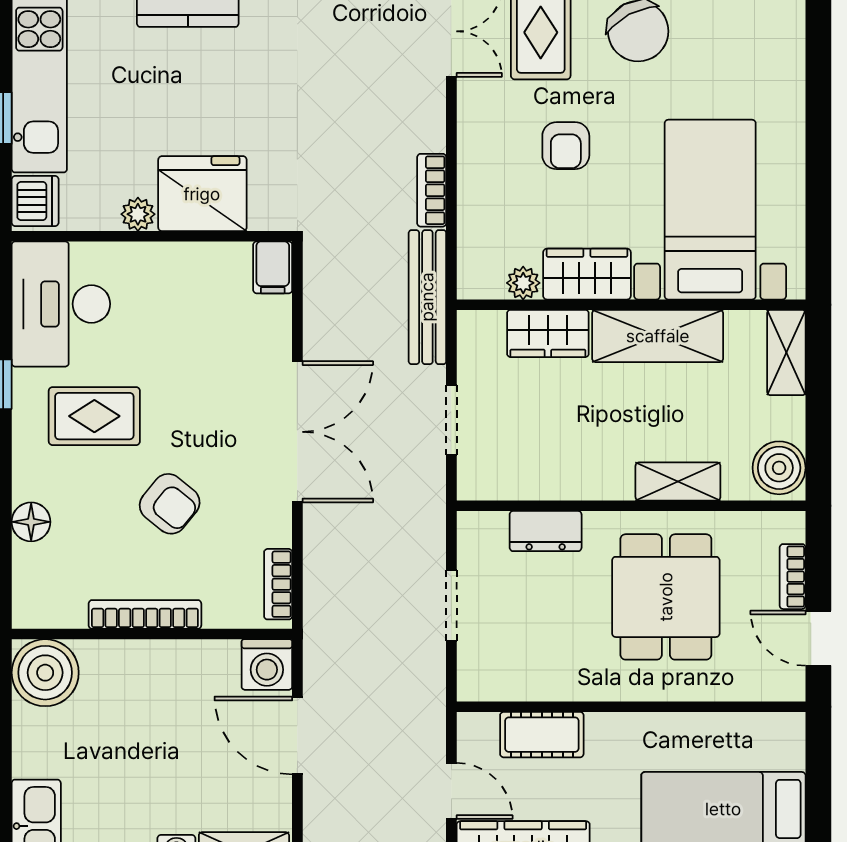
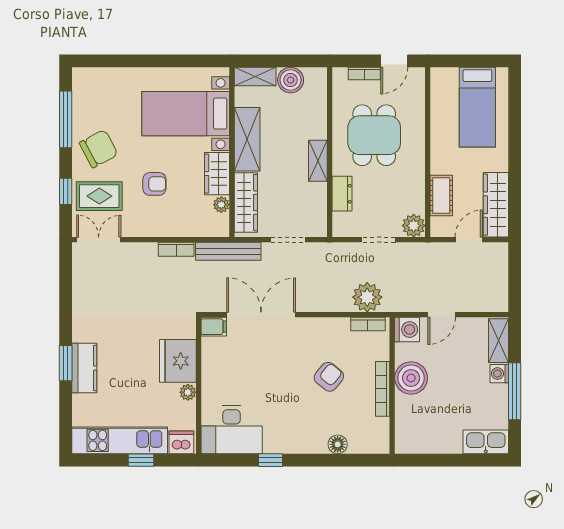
wardrobe: (548, 333) -> (246, 203), width x1.50
rug: (94, 416) -> (286, 414), removed
double door: (297, 432) -> (261, 315), moved
boiler: (779, 468) -> (291, 80), moved
shelving: (678, 481) -> (318, 161), moved
plant: (333, 583) -> (367, 297), added
dining table: (666, 597) -> (374, 135), turned 90
boiler: (45, 673) -> (411, 378), moved
plant: (480, 678) -> (414, 226), added
door: (297, 735) -> (442, 315), width x0.73

